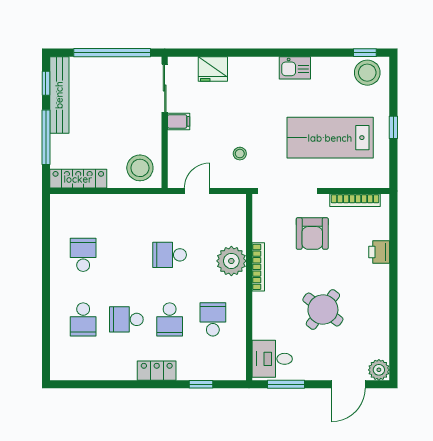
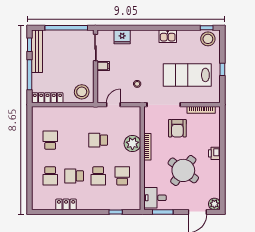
printer: (379, 252) -> (214, 153), moved
round table: (323, 310) -> (183, 170), width x1.36, depth x1.36
locker: (157, 371) -> (66, 204), moved

